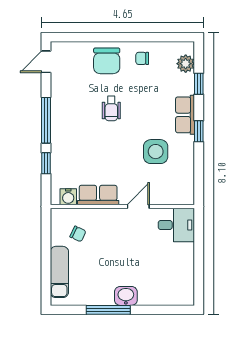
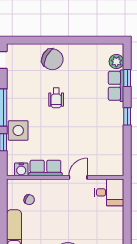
chair: (142, 58) -> (81, 57), removed
chair: (107, 61) -> (52, 59), turned -62
row of seats: (185, 115) -> (116, 86), moved
side table: (156, 152) -> (18, 130), moved

